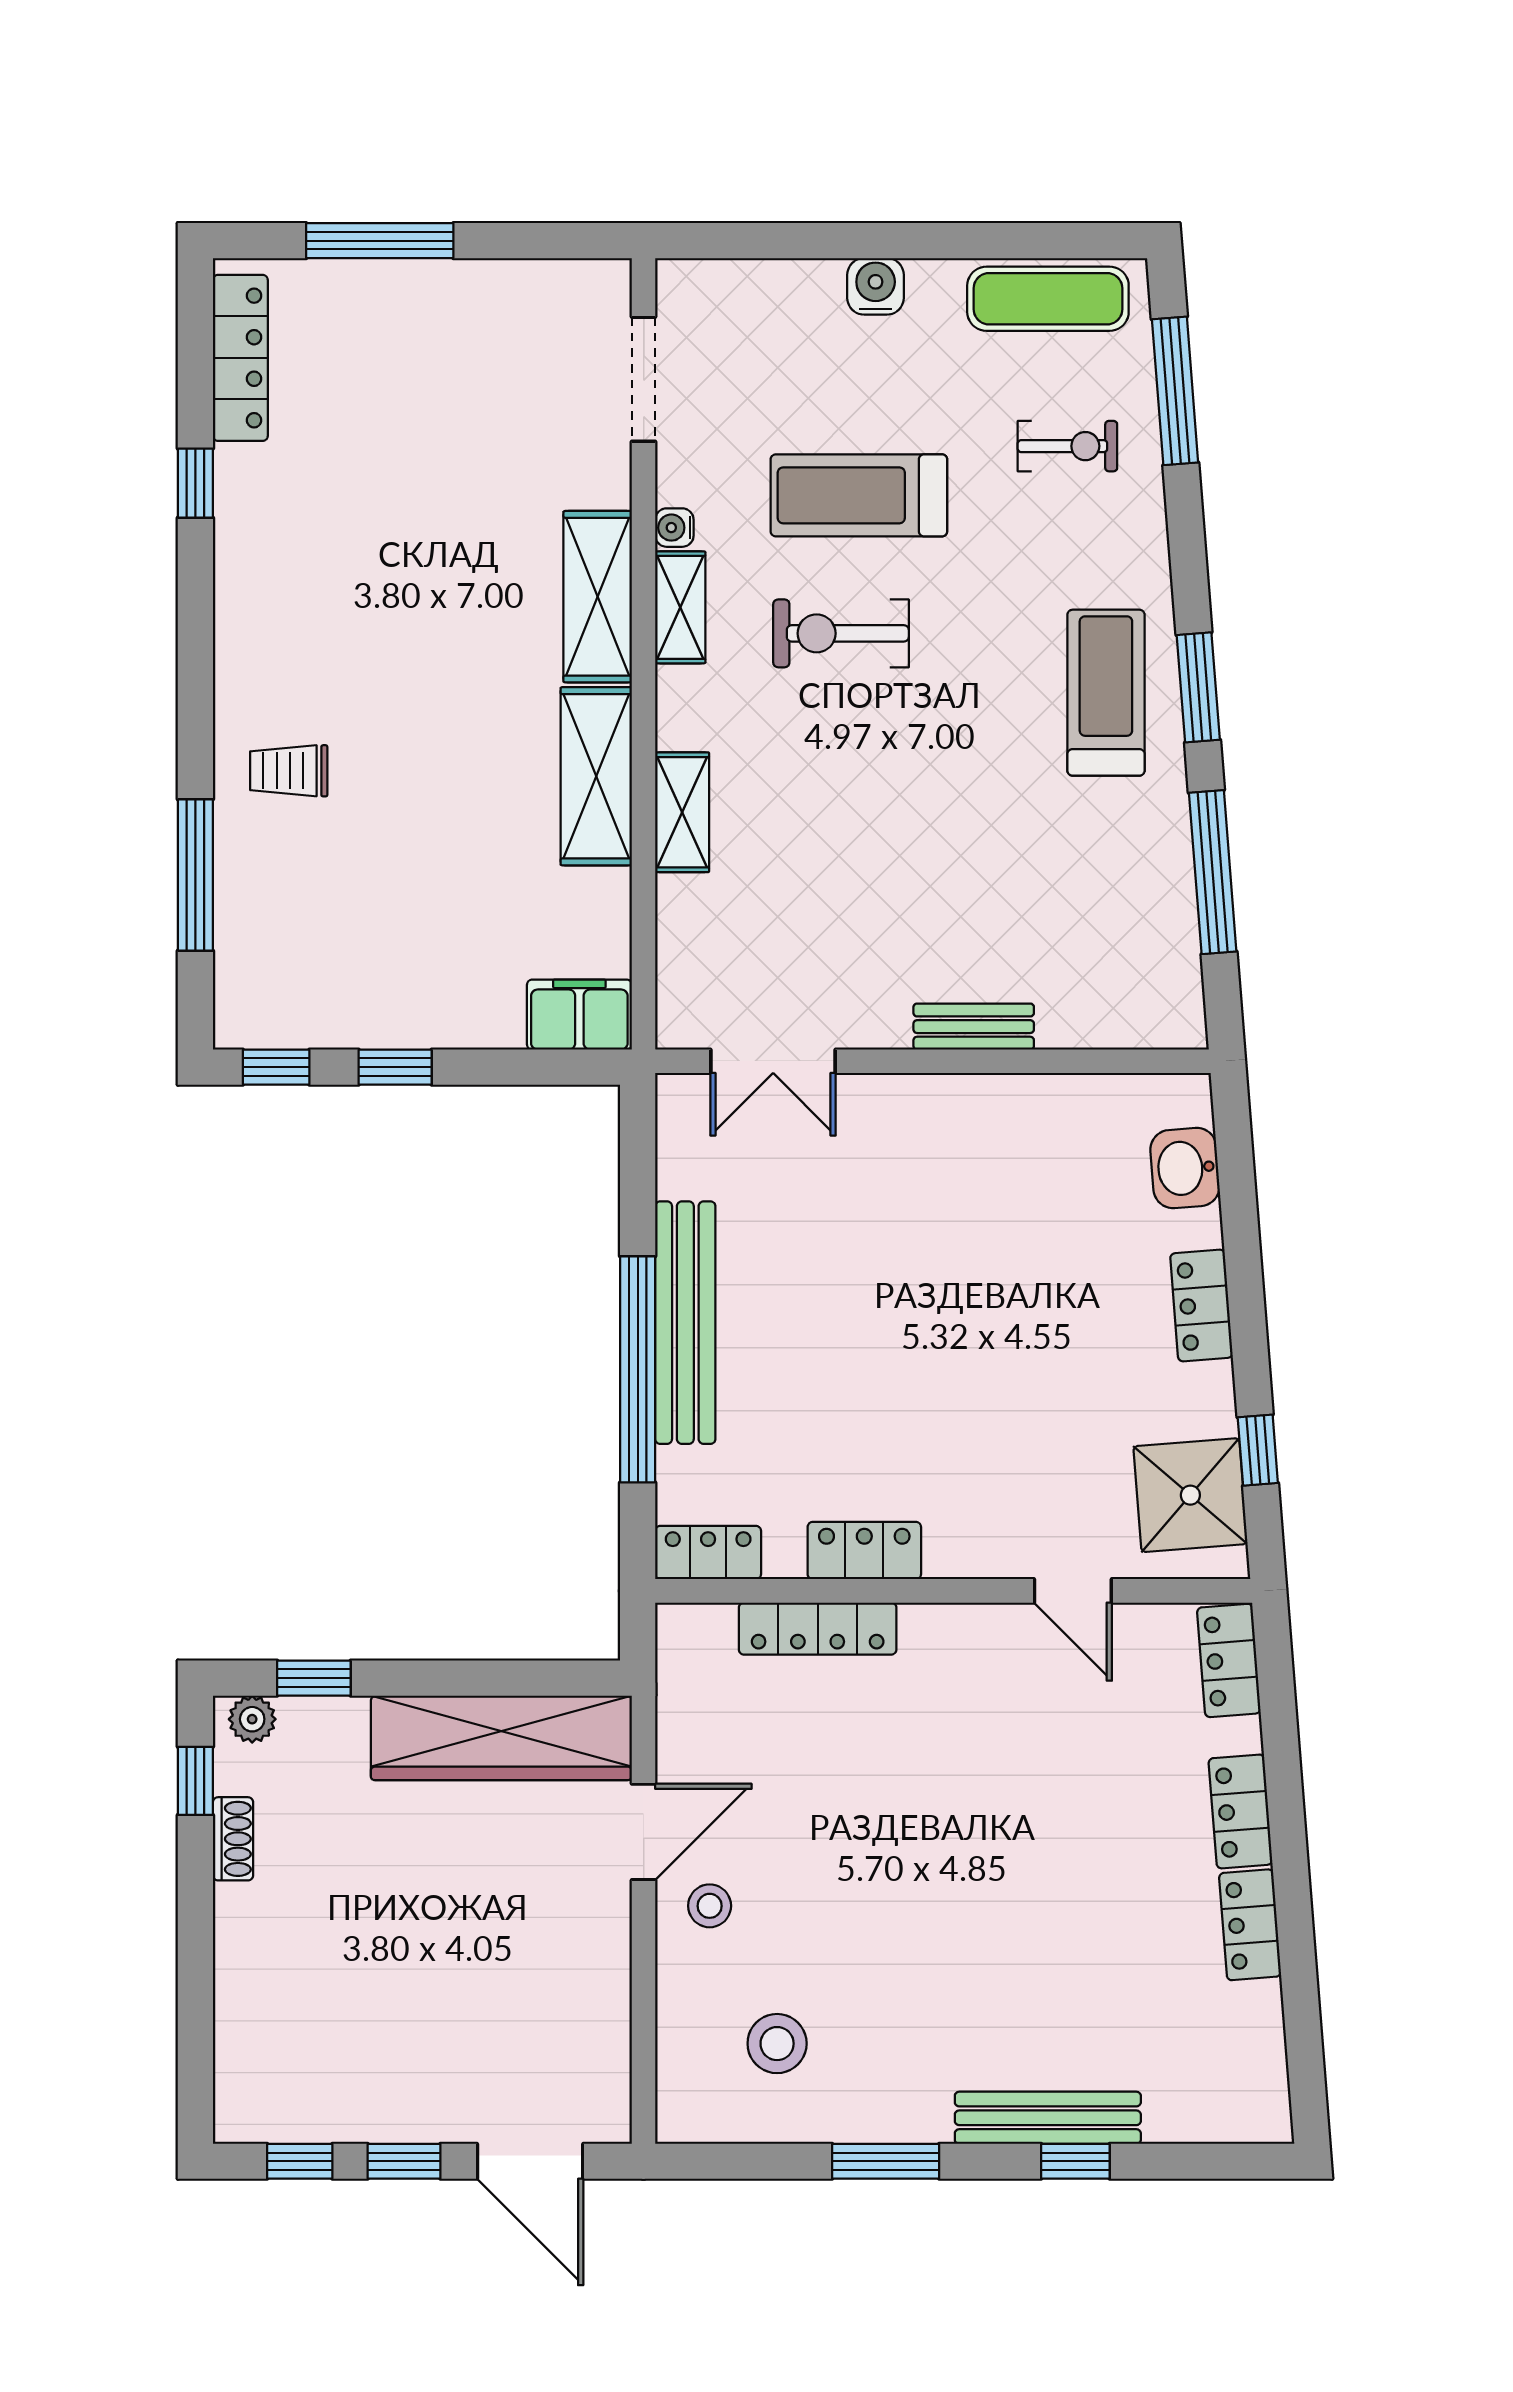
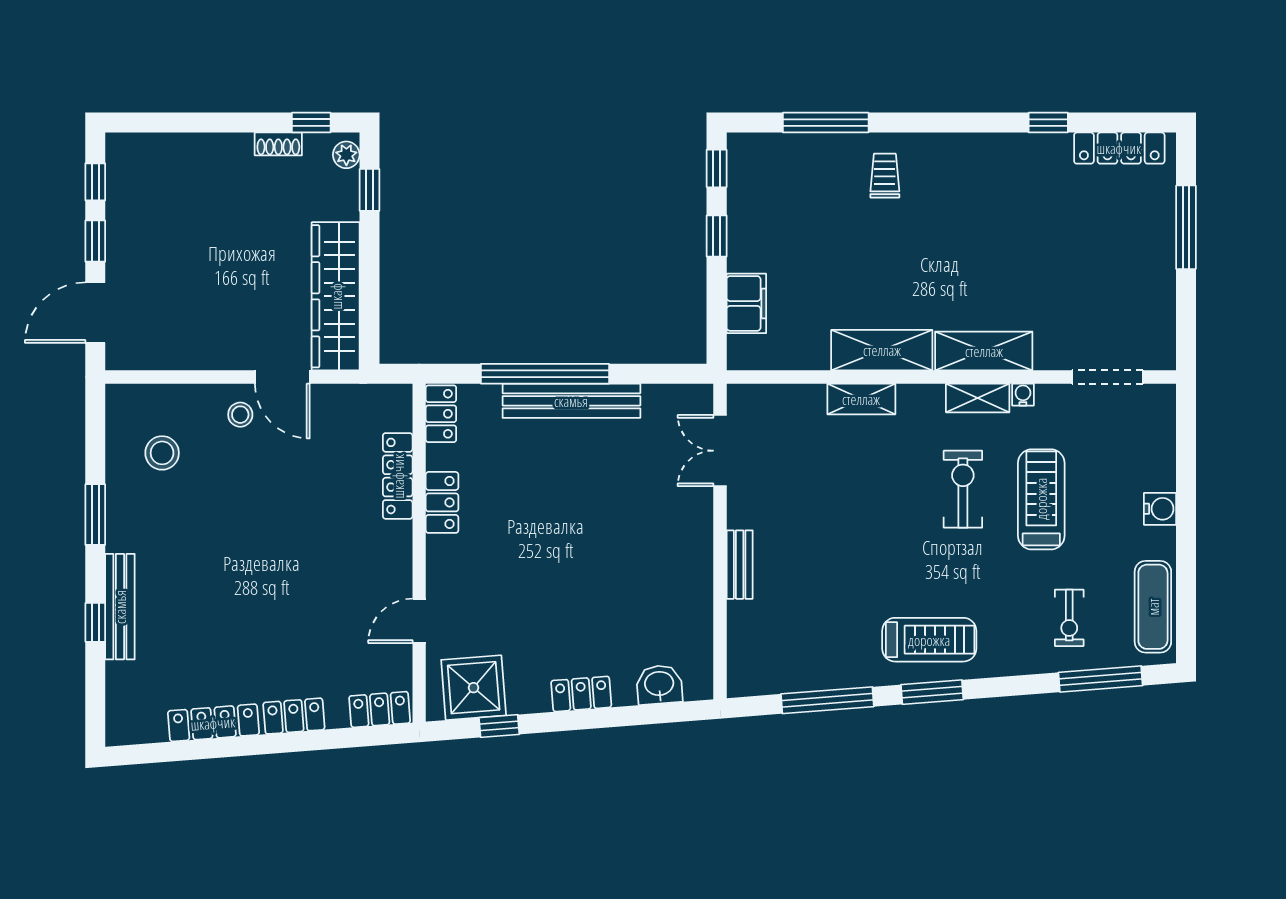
filing cabinet: (579, 1015) -> (746, 303), moved
locker: (1250, 1925) -> (213, 723), width x1.53

